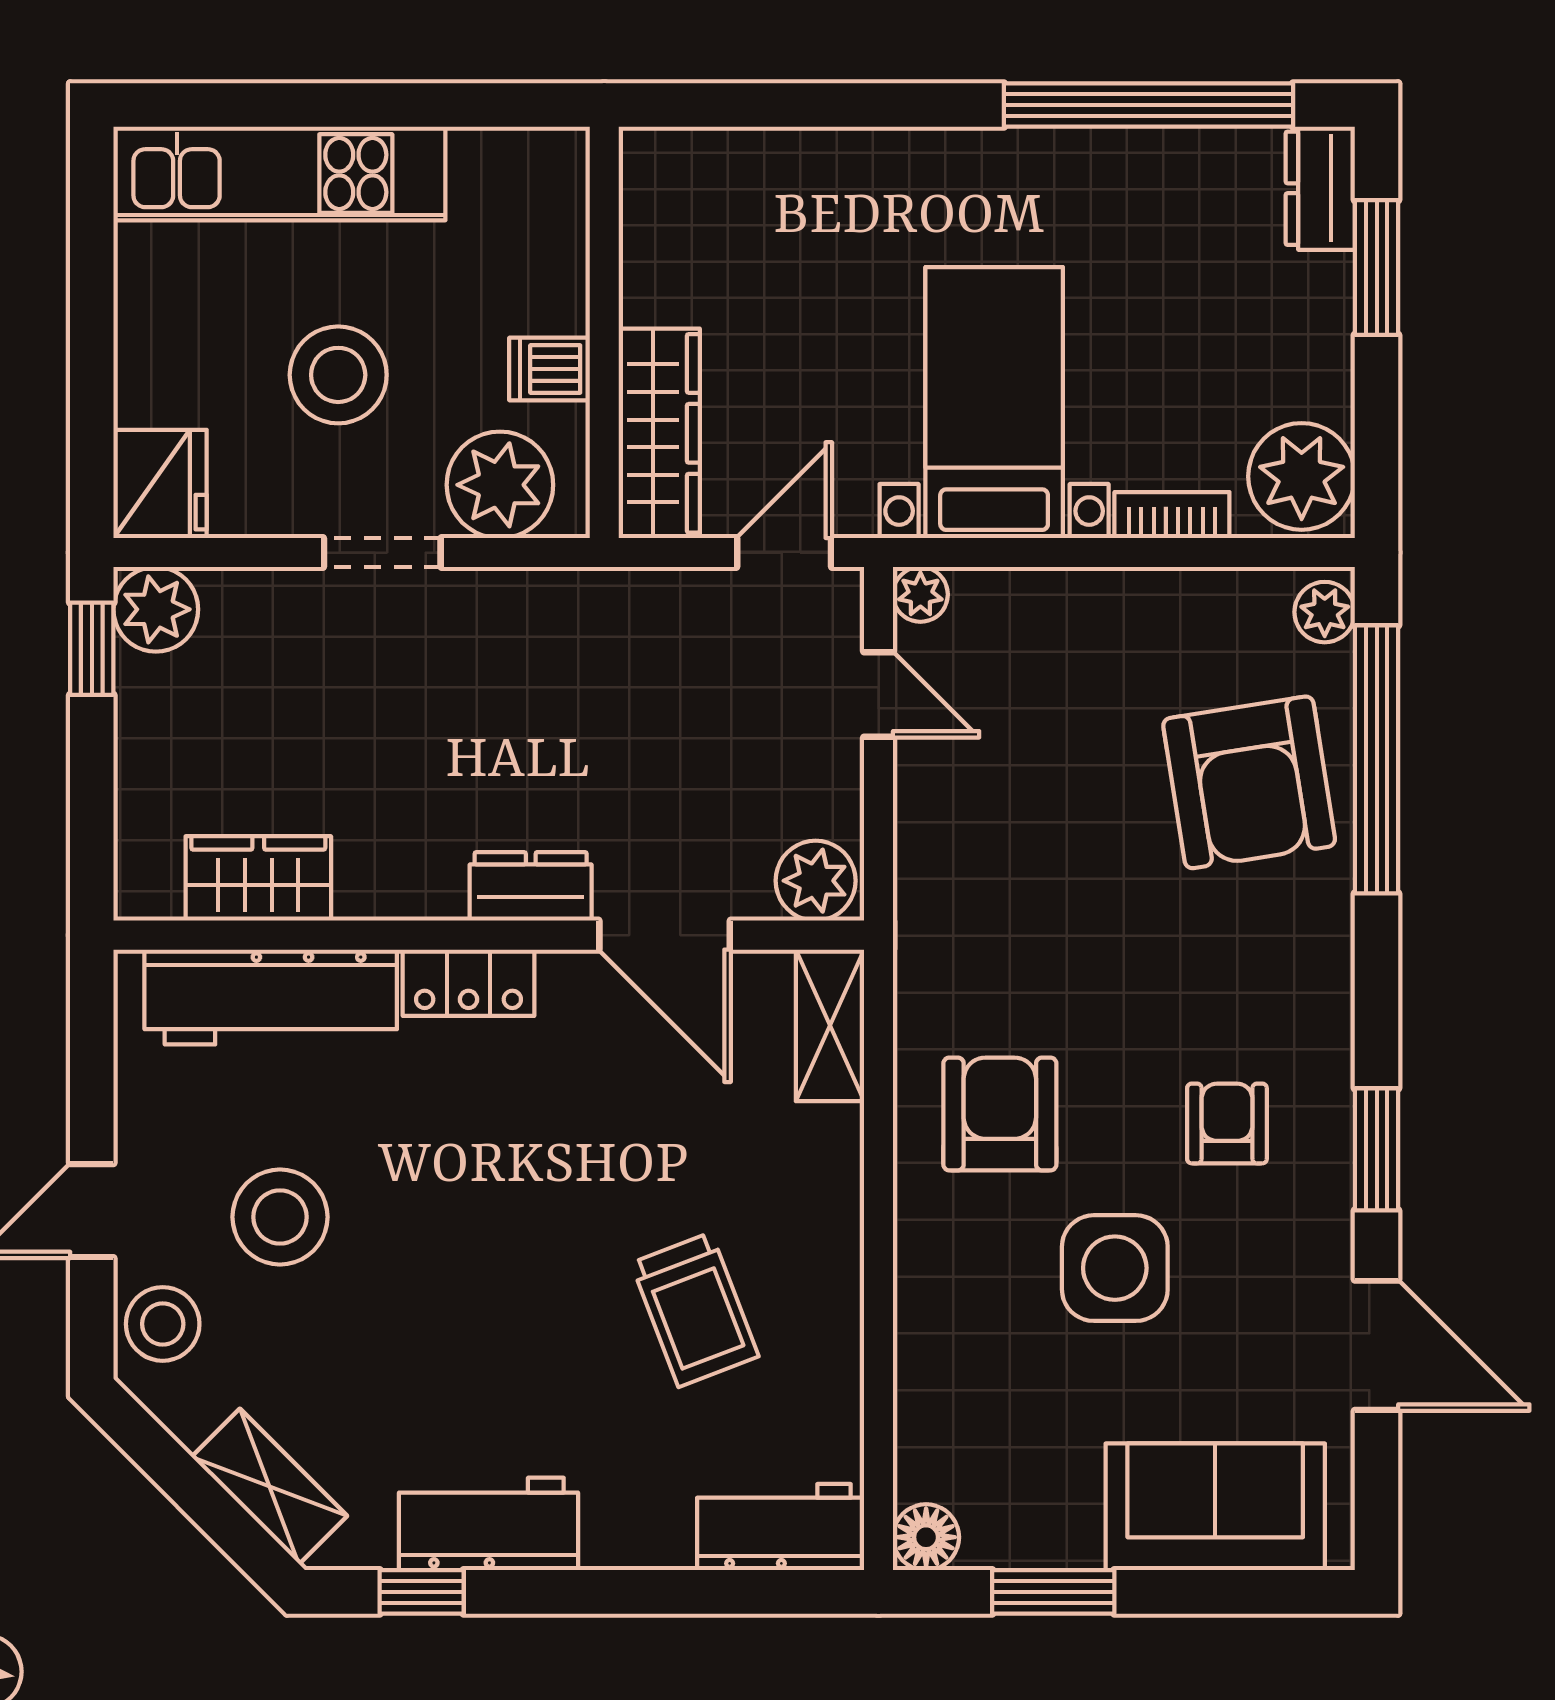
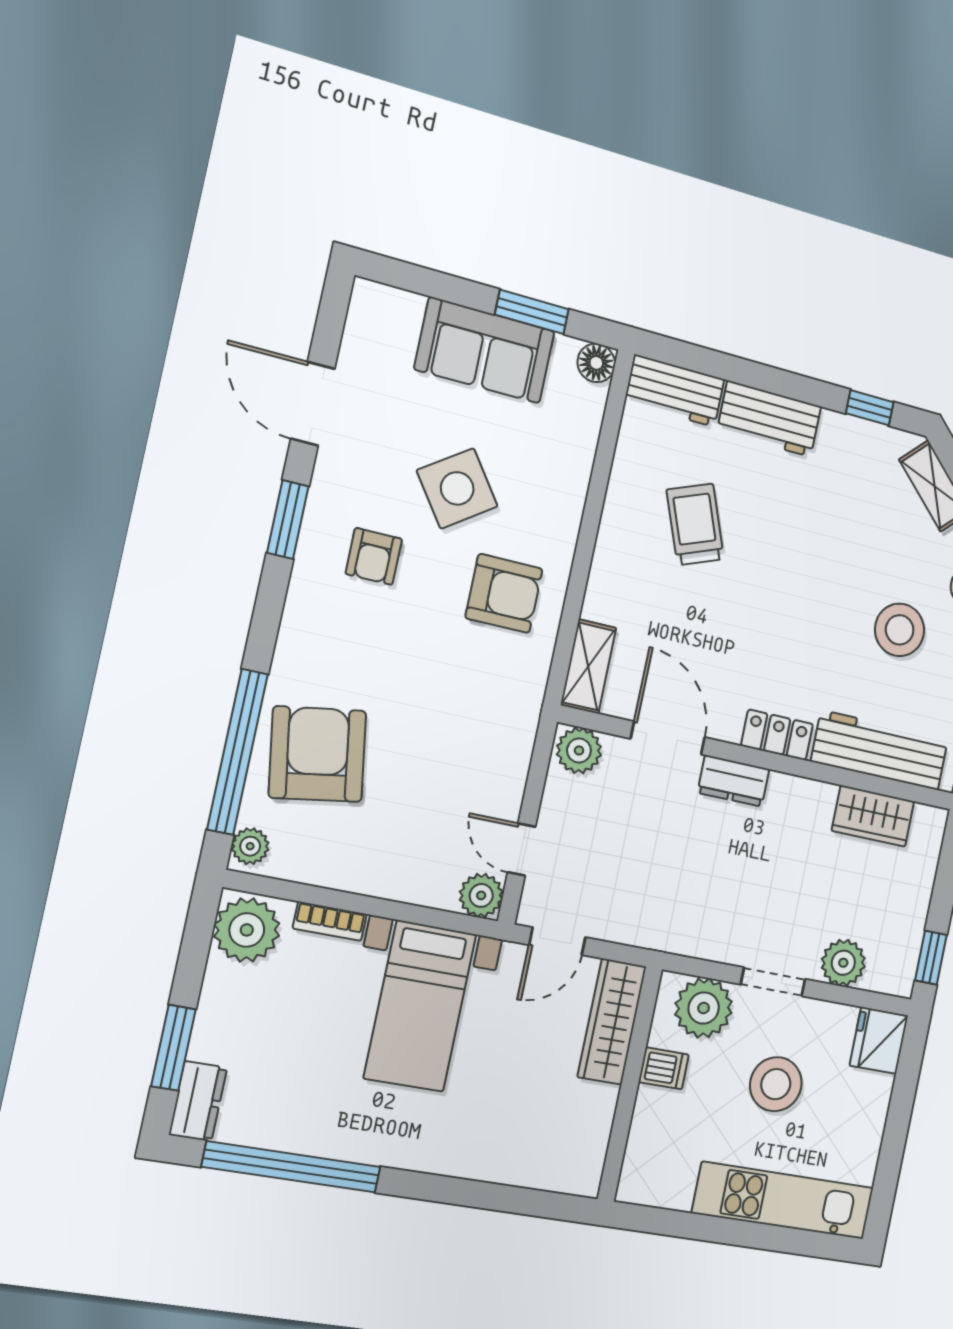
plant: (920, 594) -> (481, 895), width x1.38, depth x1.38
plant: (156, 609) -> (843, 963), moved
armchair: (1000, 1114) -> (504, 593), turned -90
side table: (1115, 1268) -> (457, 488), turned -35
sofa: (1215, 1507) -> (485, 350), moved
workbench: (489, 1524) -> (769, 419), moved

